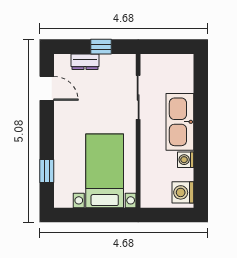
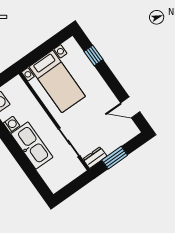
window: (101, 47) -> (115, 158), width x1.50
dresser: (85, 62) -> (95, 158), moved

